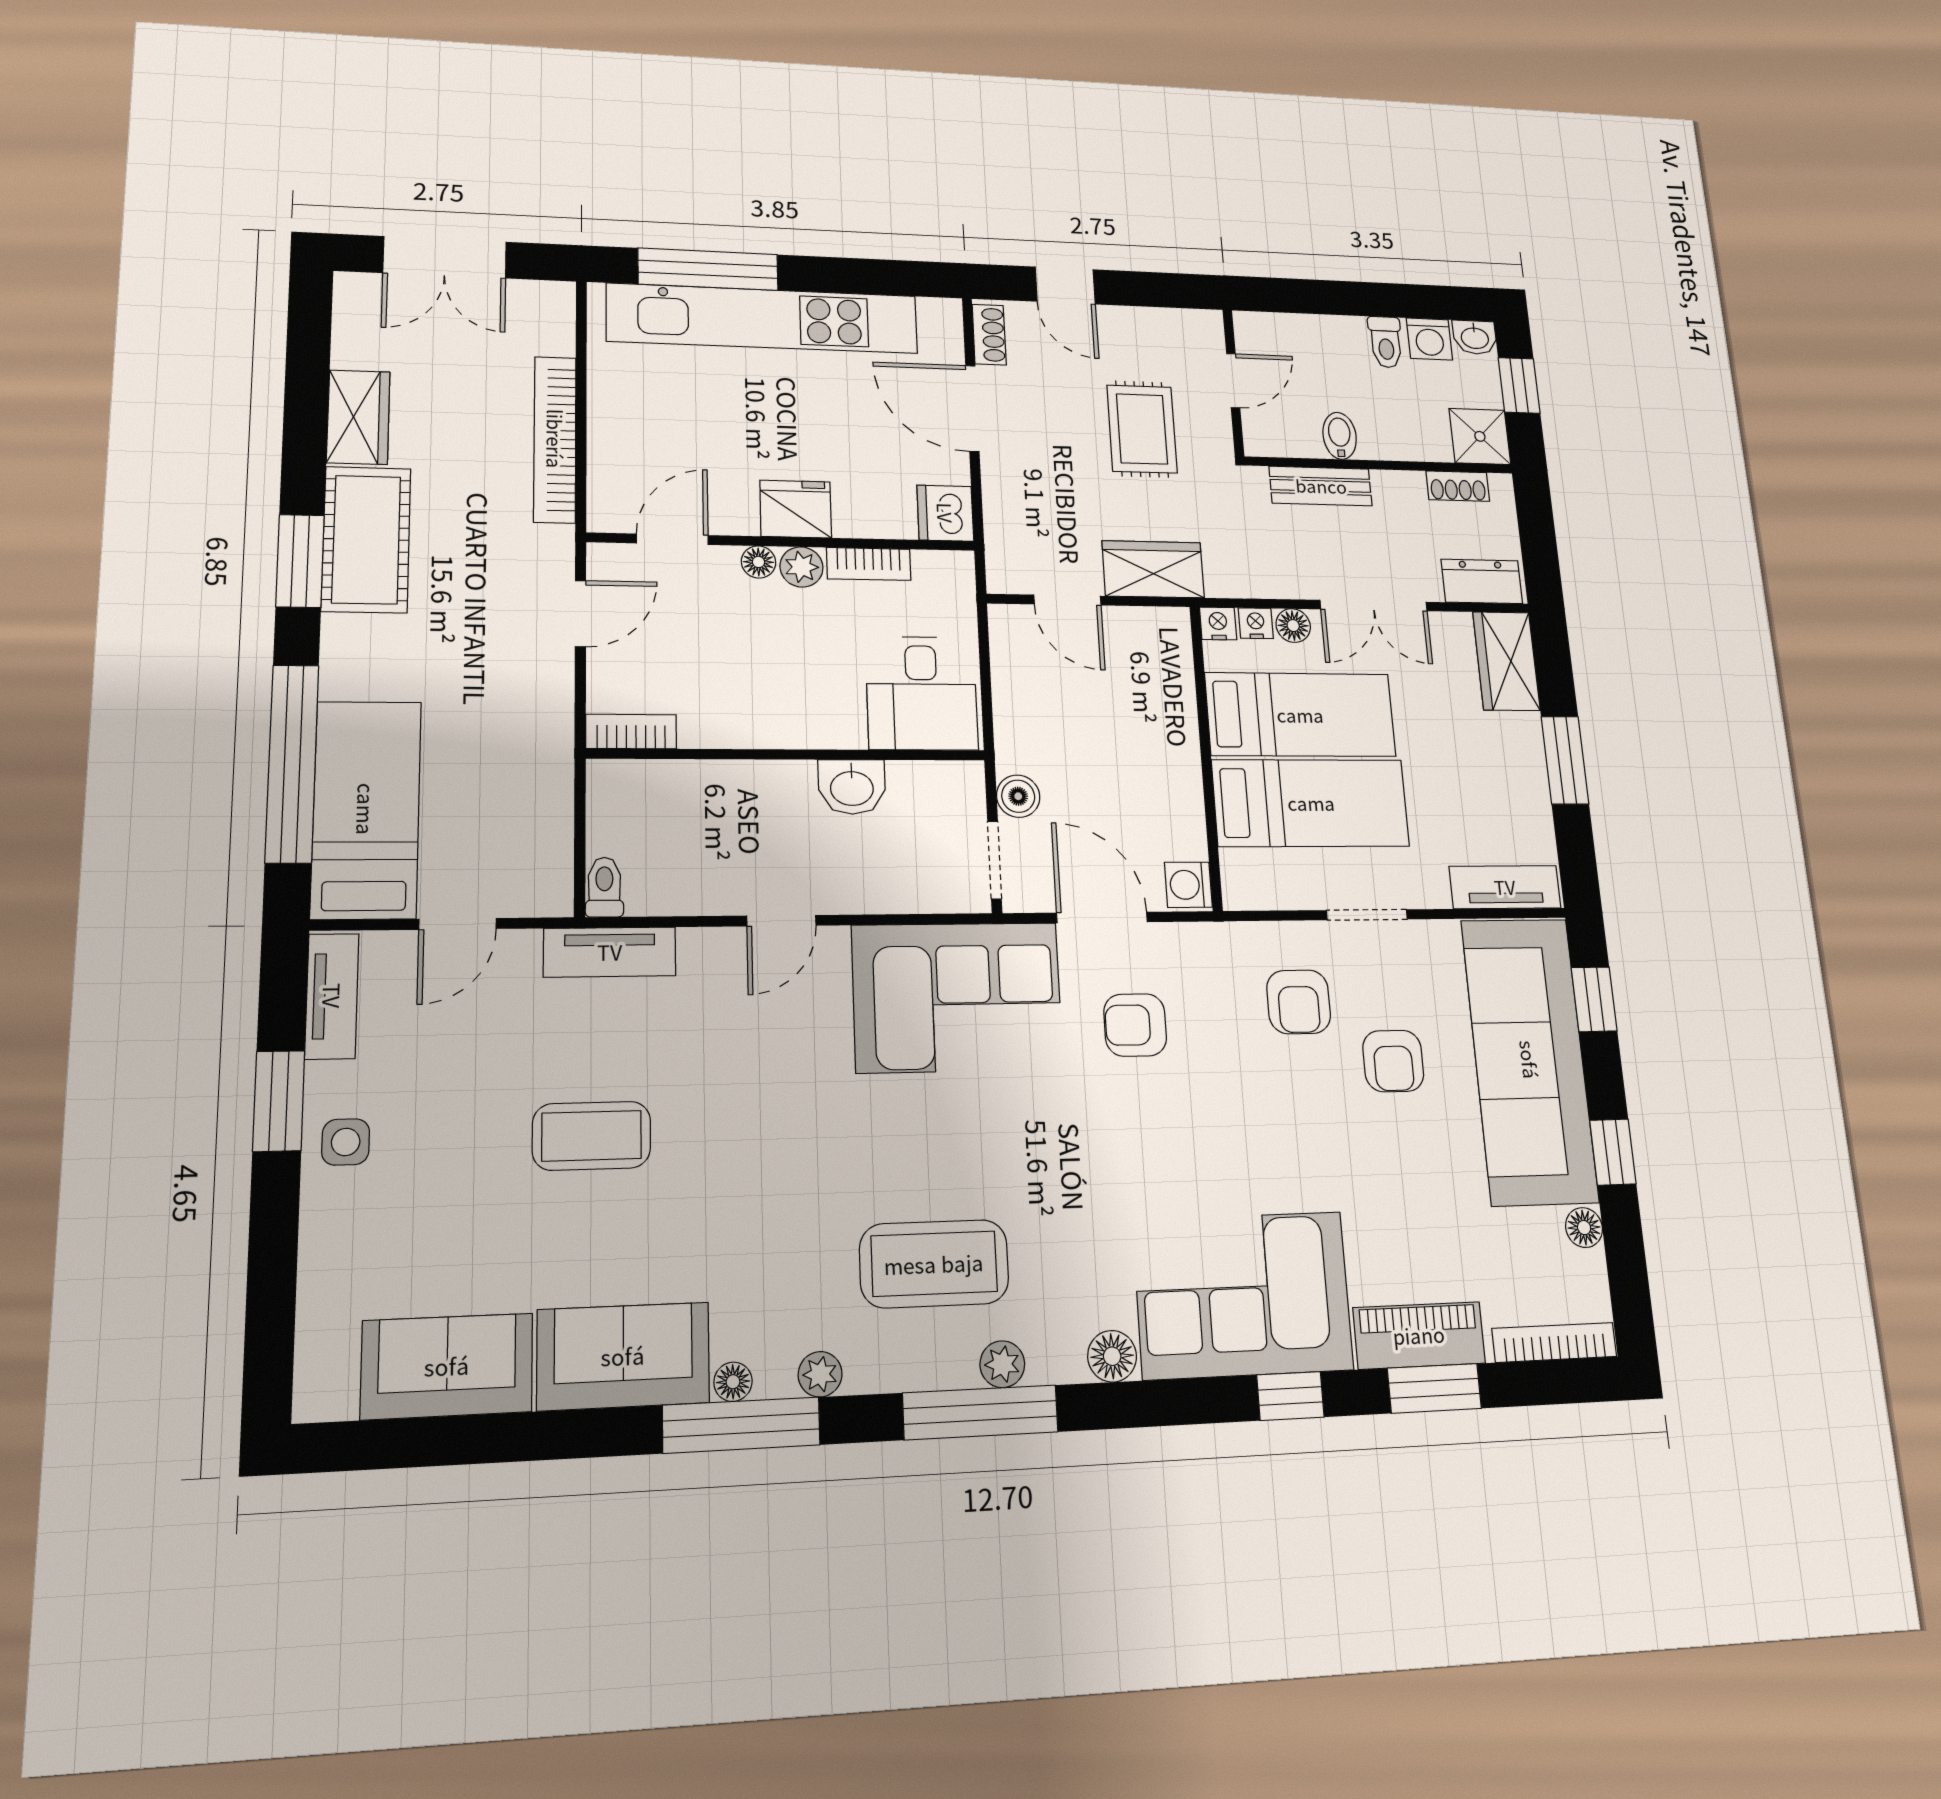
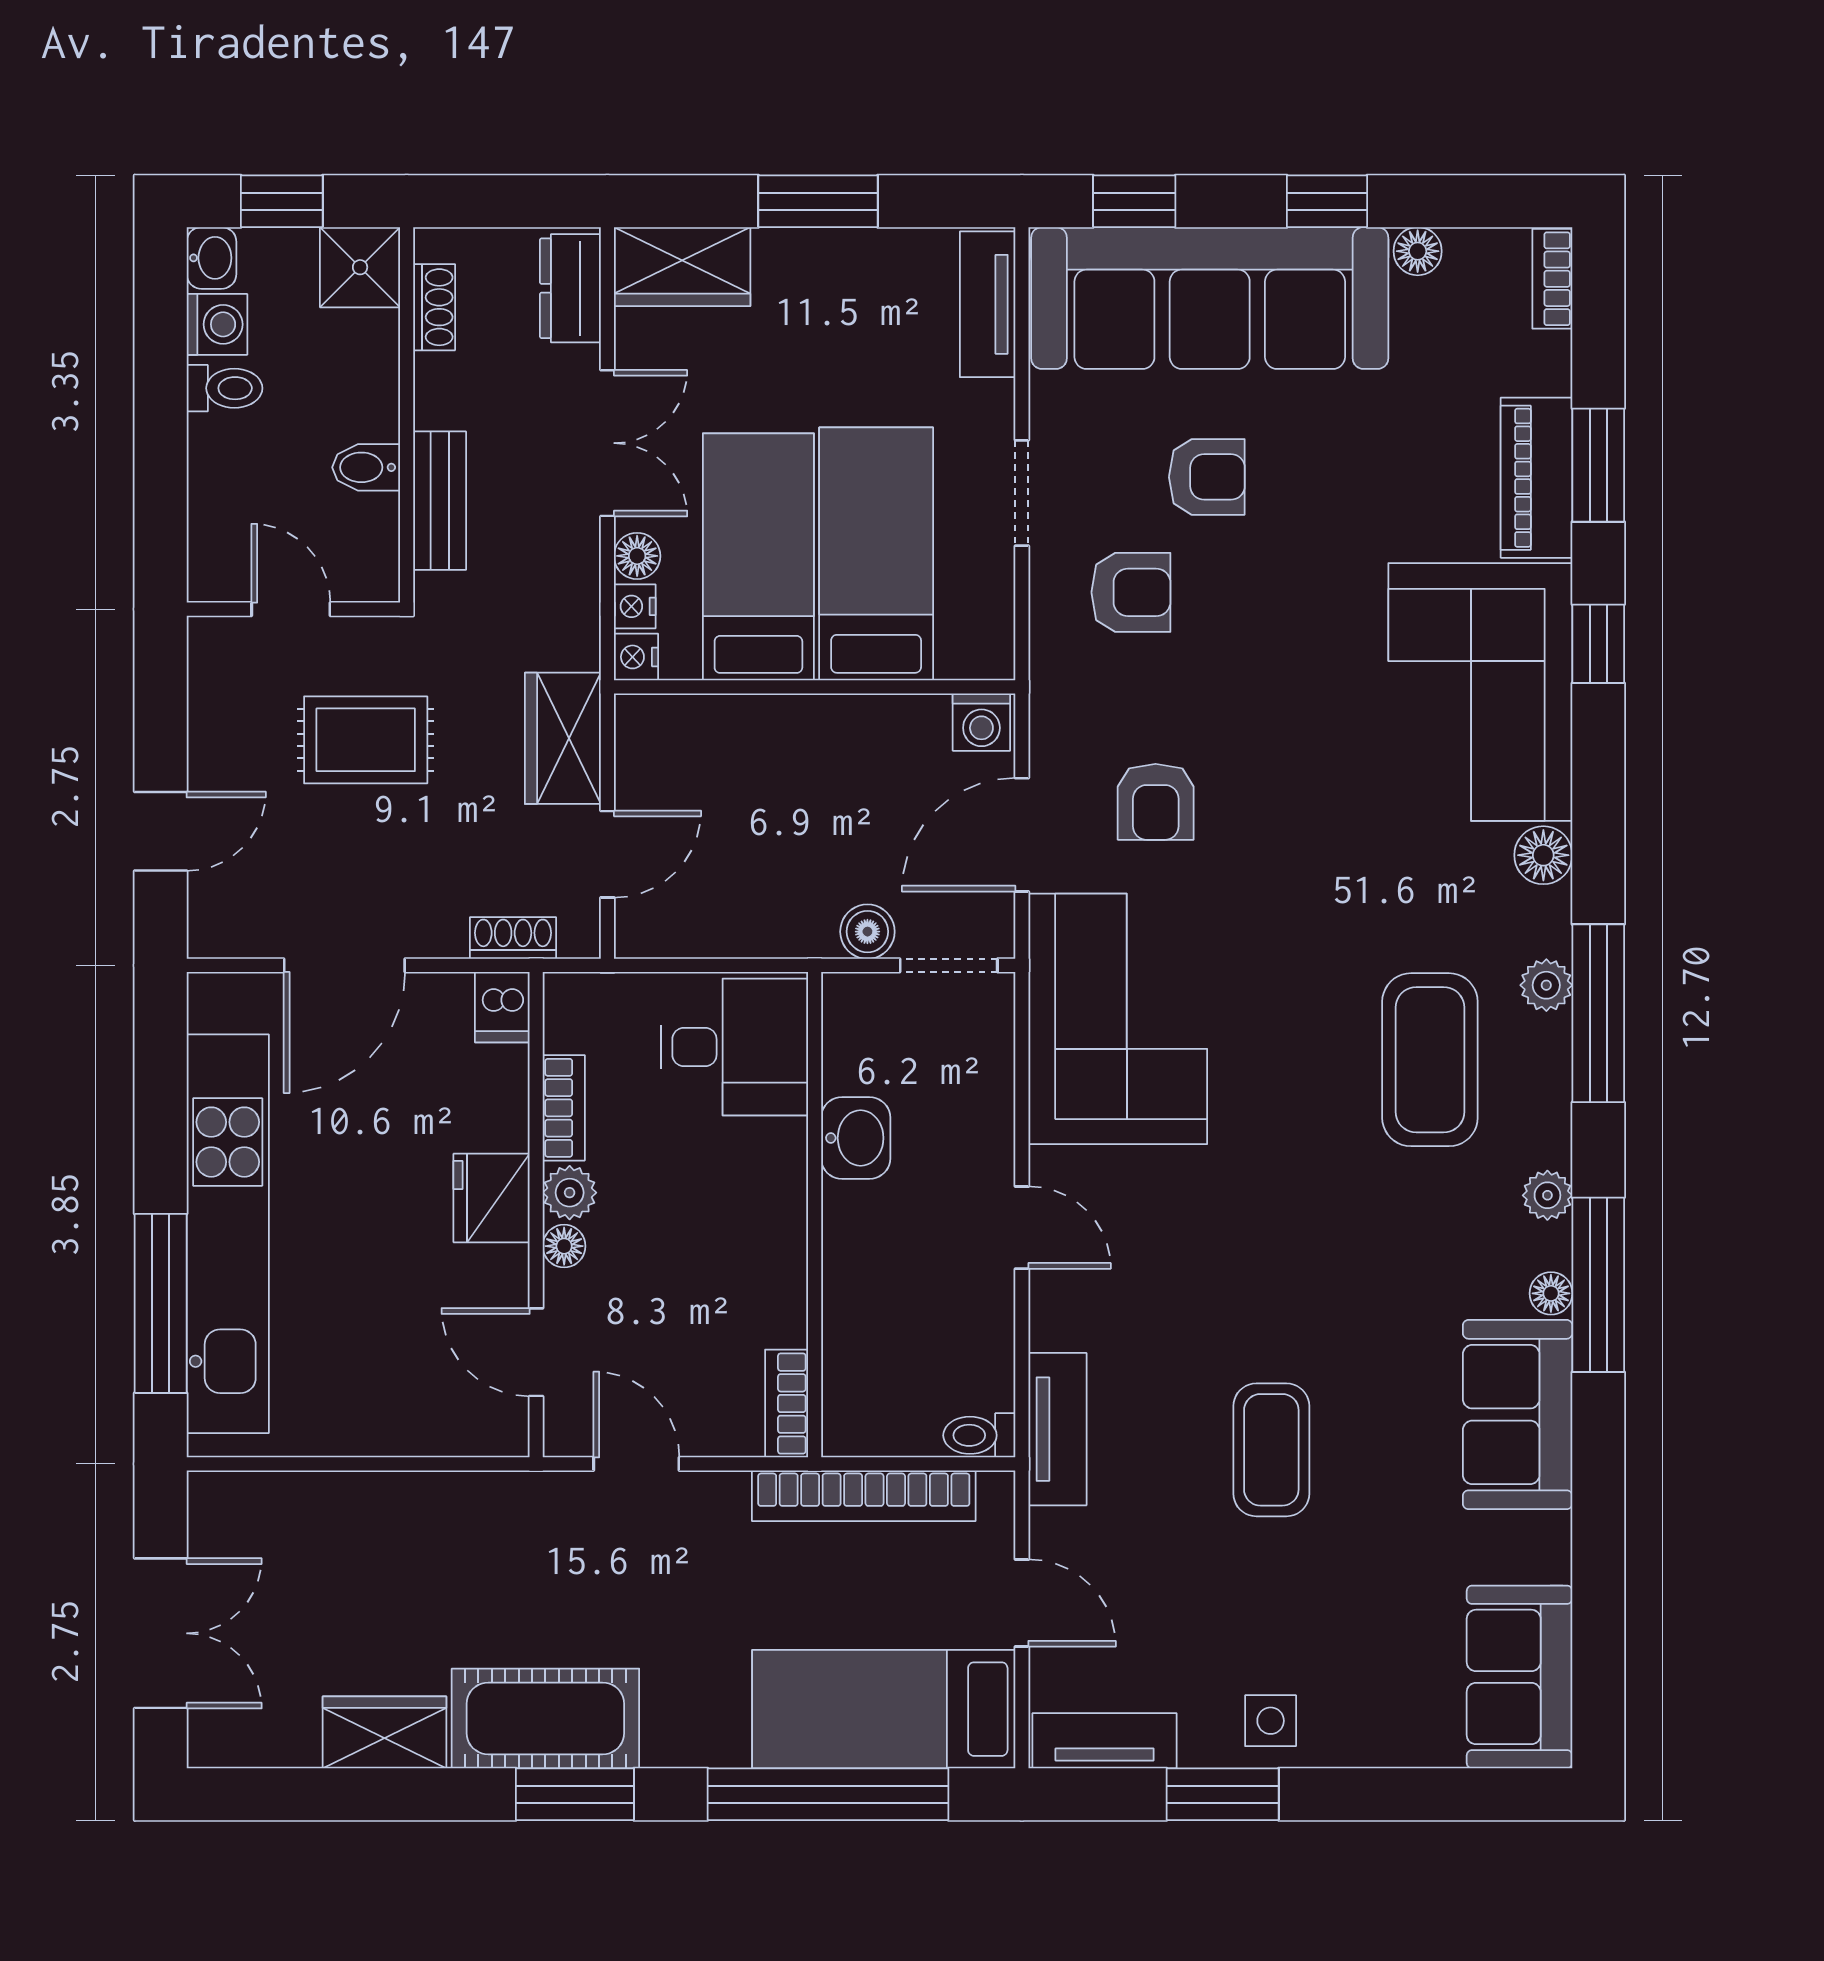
shoe rack: (989, 335) -> (513, 938), moved
bookcase: (555, 439) -> (864, 1496), moved
dishwasher: (945, 513) -> (502, 1007), width x0.73
bookcase: (1554, 1342) -> (1552, 279), width x0.64
sofa: (447, 1366) -> (1520, 1677), moved

